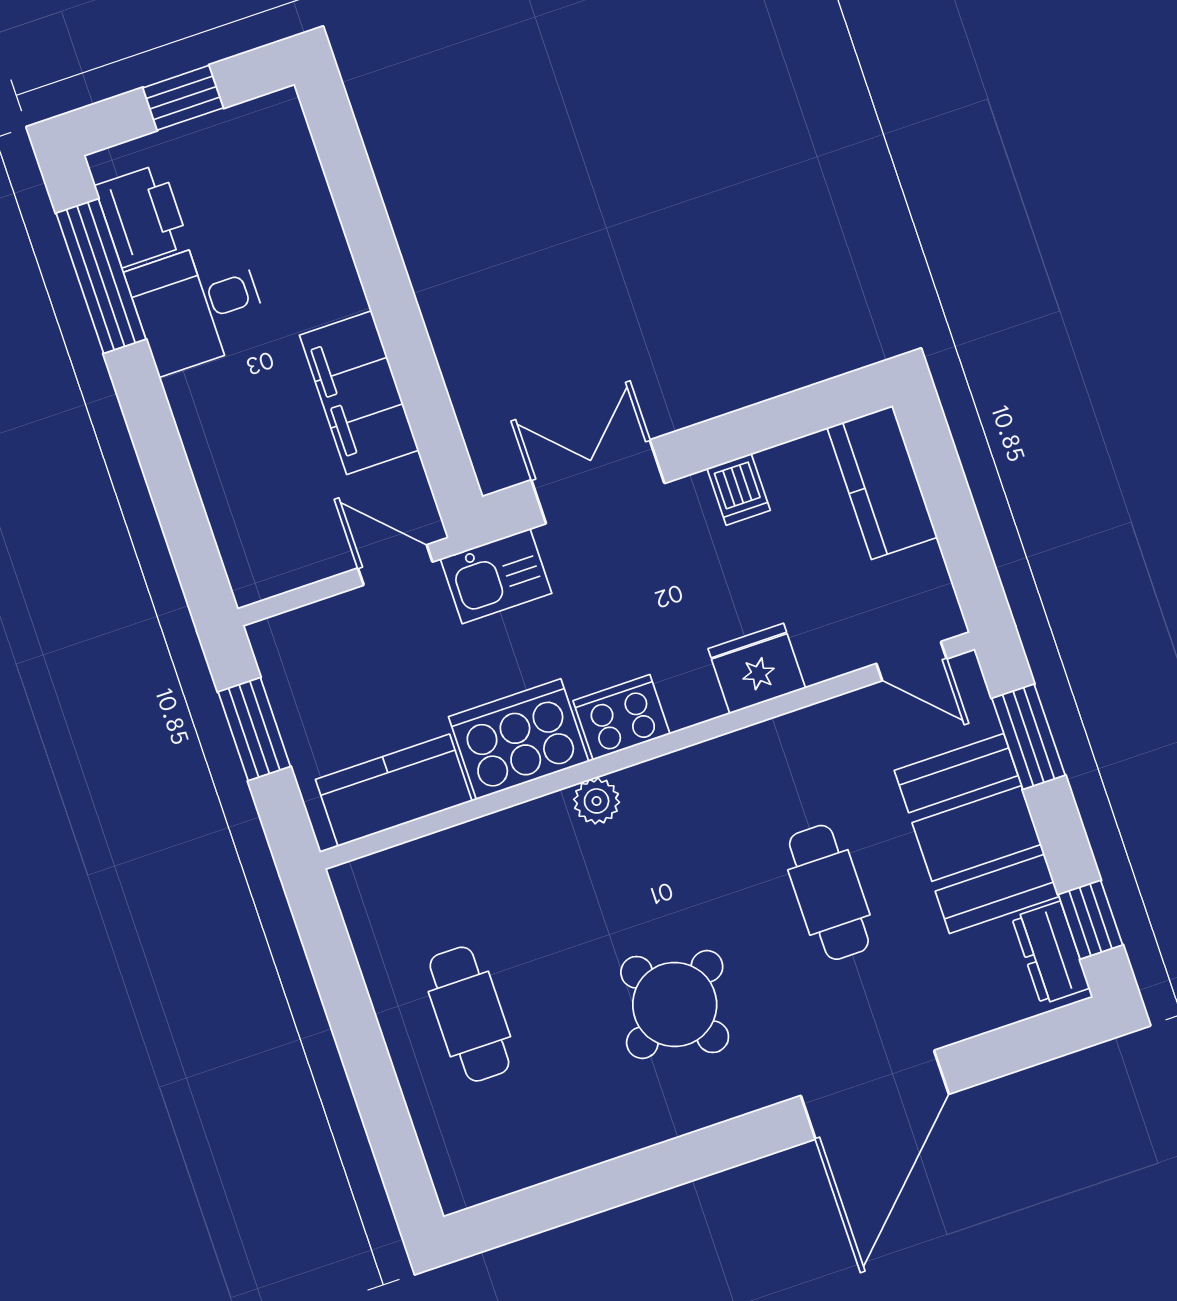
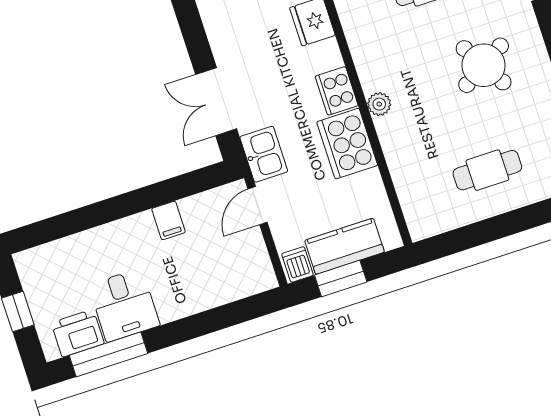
filing cabinet: (359, 393) -> (169, 220), width x0.33, depth x0.86
dishwasher: (739, 489) -> (297, 264), moved, turned -90
kitchen counter: (394, 790) -> (345, 246), moved, turned 90

